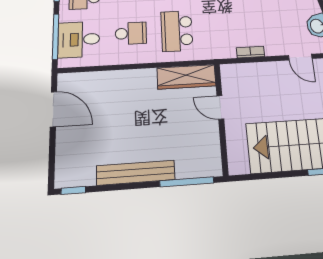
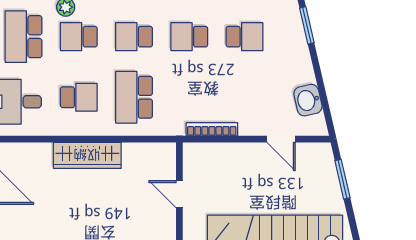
bookcase: (250, 52) -> (212, 129), width x1.56
wardrobe: (186, 77) -> (87, 155), moved

